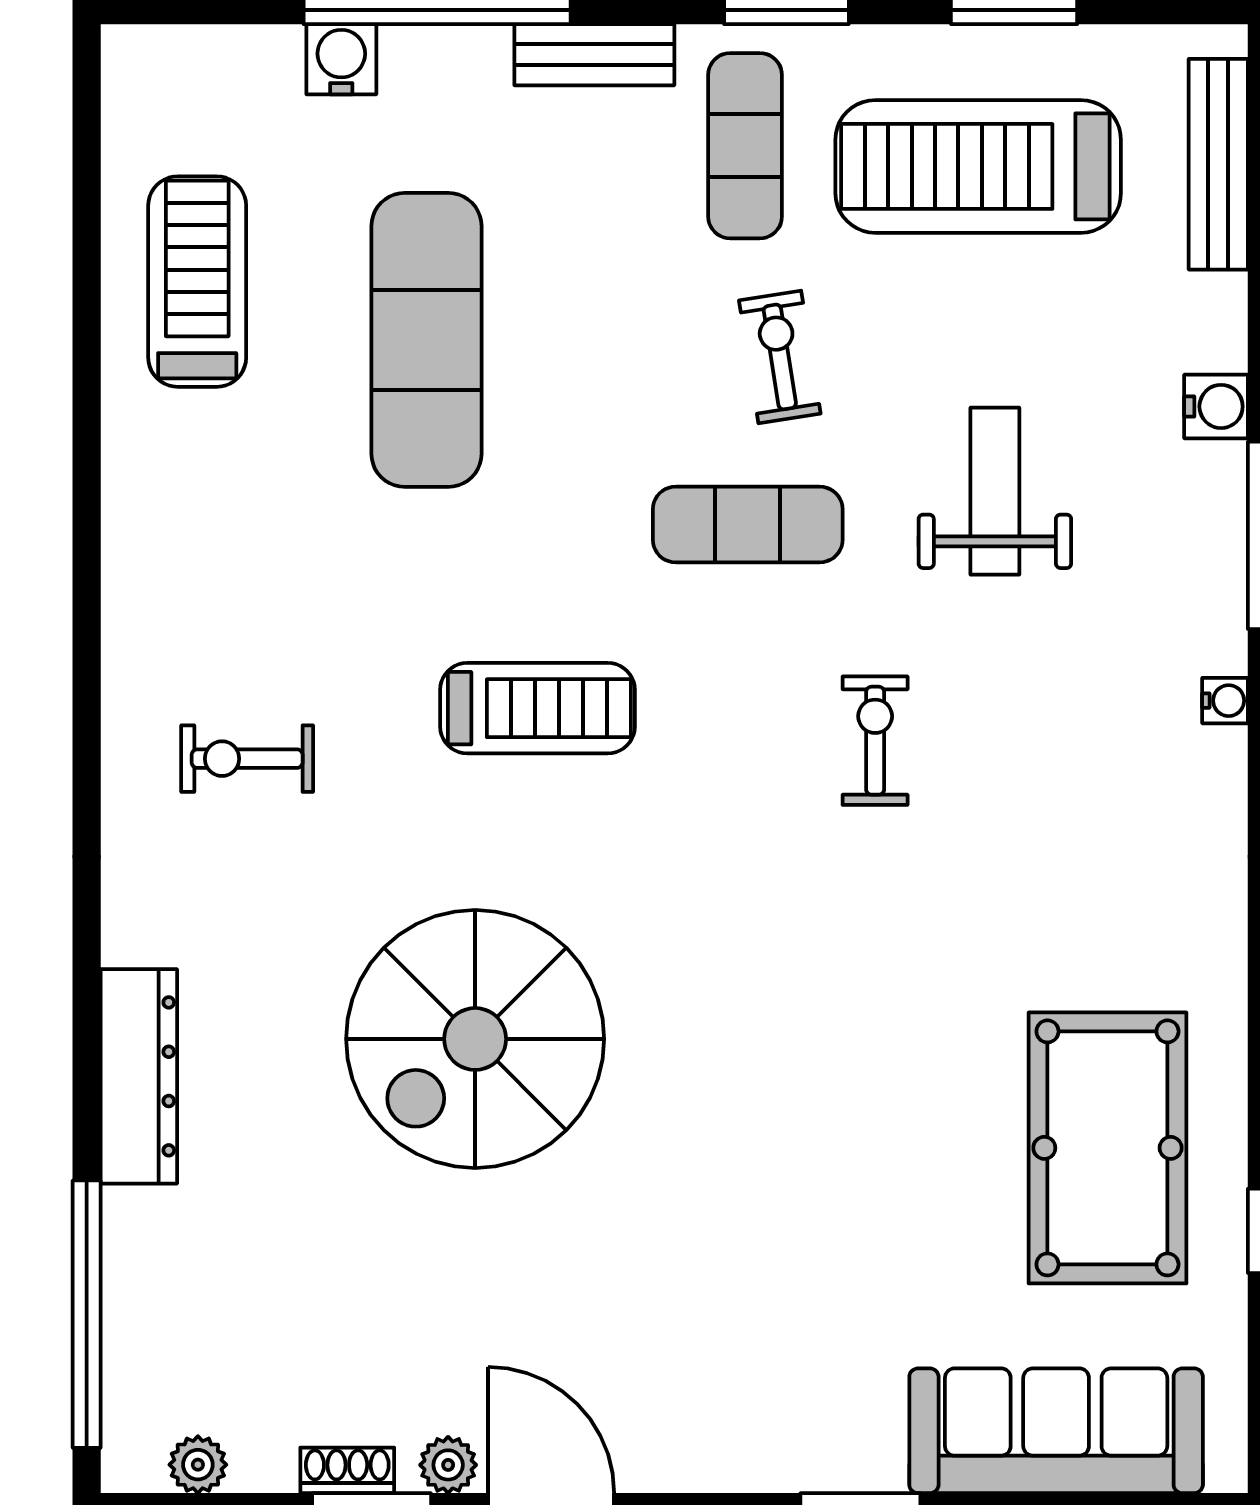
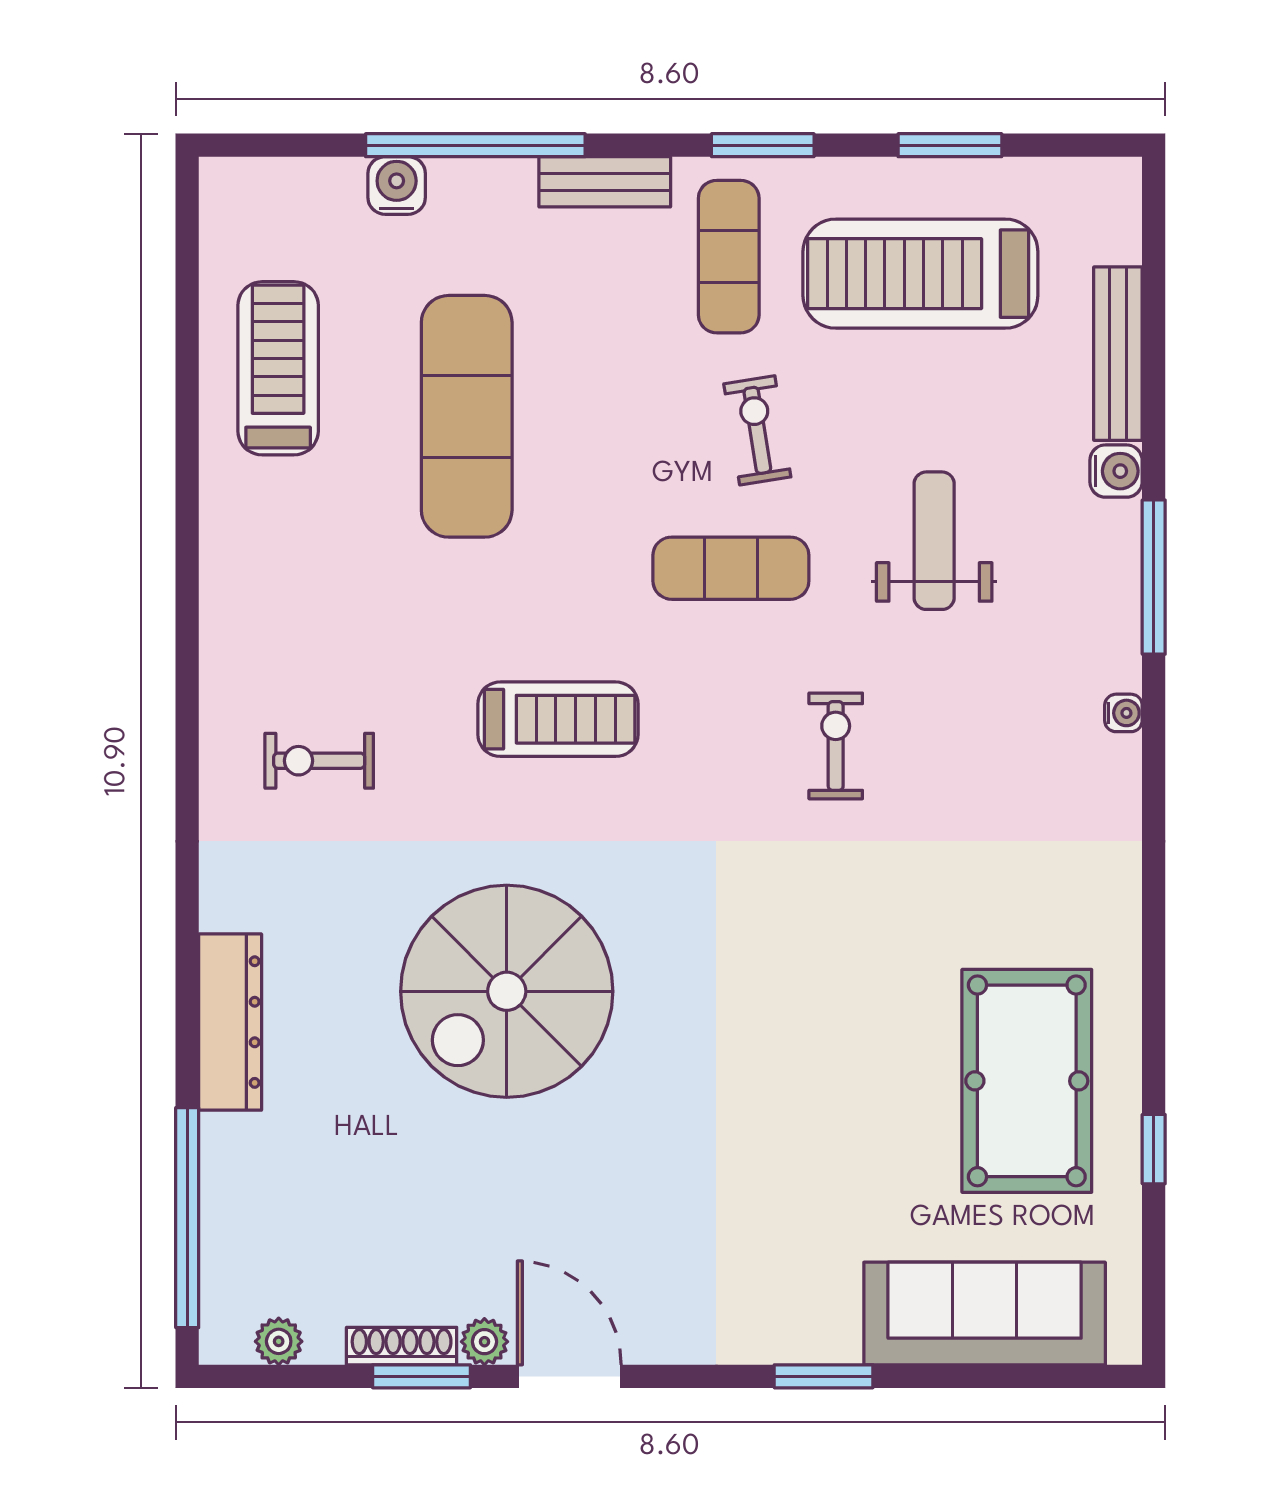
bench: (1218, 164) -> (1118, 354), moved
shoe rack: (347, 1470) -> (402, 1346), width x1.43

